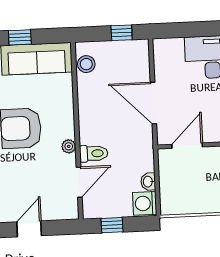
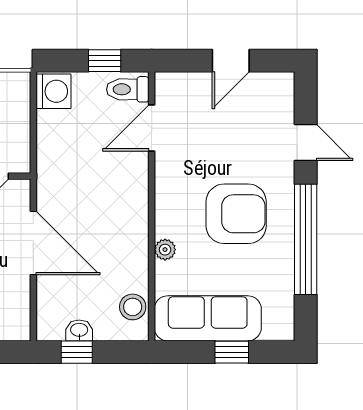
plant: (69, 146) -> (165, 250), moved
toilet: (94, 153) -> (128, 89), moved
washbasin: (148, 182) -> (79, 330), moved, turned -90

